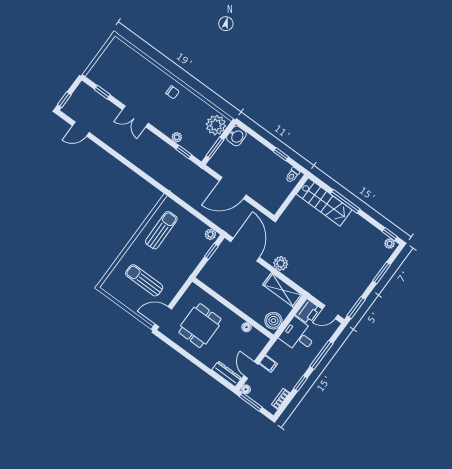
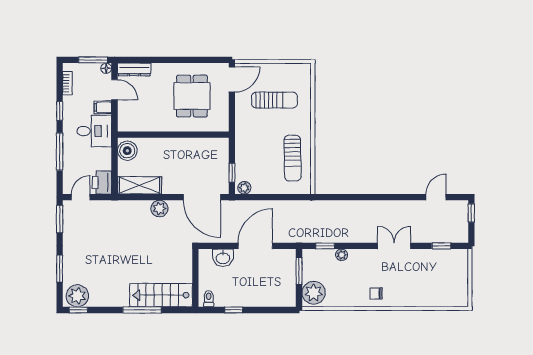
washbasin: (236, 136) -> (223, 258), moved, turned -90
plant: (390, 244) -> (77, 296), width x1.87, depth x1.87
floor lamp: (246, 327) -> (148, 126), removed
desk: (298, 336) -> (94, 131), moved

